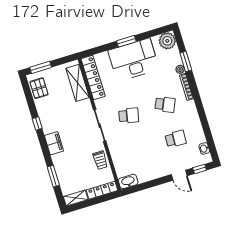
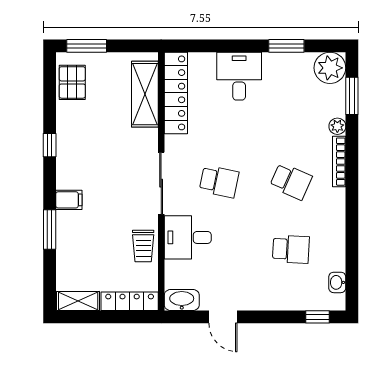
window: (126, 41) -> (286, 46), moved
desk: (134, 60) -> (239, 76), width x0.53, depth x0.77
window: (186, 62) -> (352, 96), moved
filing cabinet: (54, 143) -> (69, 200), width x0.50
desk: (121, 149) -> (188, 237), added
door: (179, 175) -> (223, 317), moved
window: (53, 176) -> (50, 230), moved

